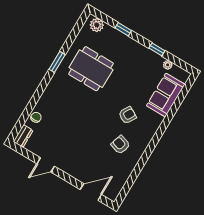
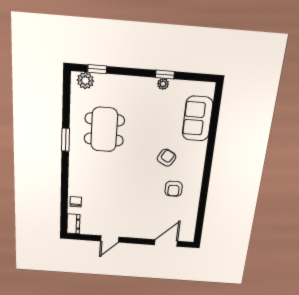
window: (123, 29) -> (97, 69), moved
plant: (168, 65) -> (163, 84), moved
dining table: (91, 69) -> (104, 130), turned 90
armchair: (120, 145) -> (174, 189), turned -108

